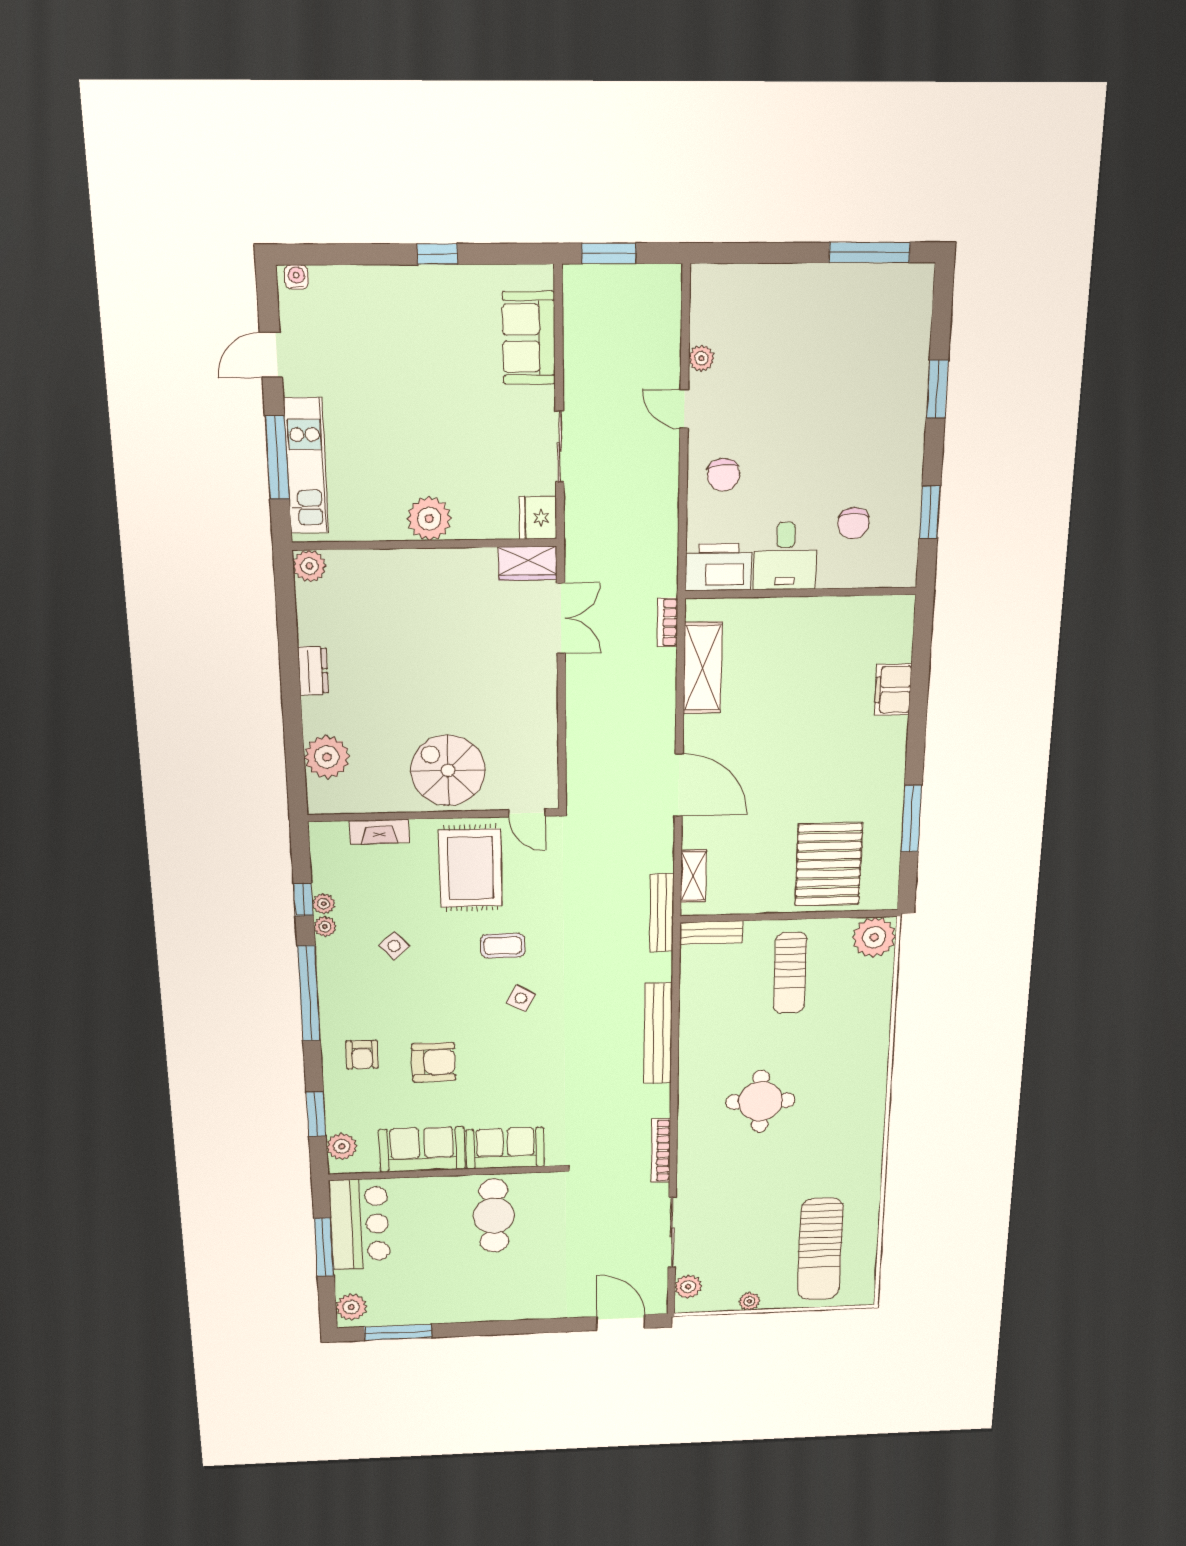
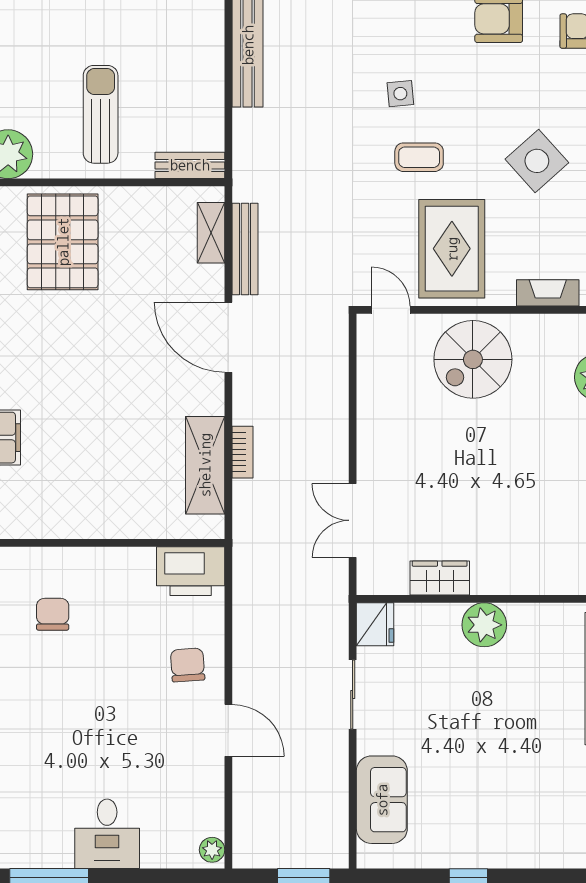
plant: (701, 358) -> (212, 850), moved
door: (684, 409) -> (228, 730), width x1.38
desk: (785, 556) -> (107, 834), moved, turned 180
wardrobe: (528, 563) -> (440, 578), moved
bookcase: (668, 622) -> (242, 452), moved
spiral stairs: (448, 770) -> (473, 359), turned 90
bench: (662, 913) -> (245, 249), moved
side table: (394, 946) -> (537, 161), width x1.87, depth x1.87
side table: (521, 998) -> (400, 94), turned -35

